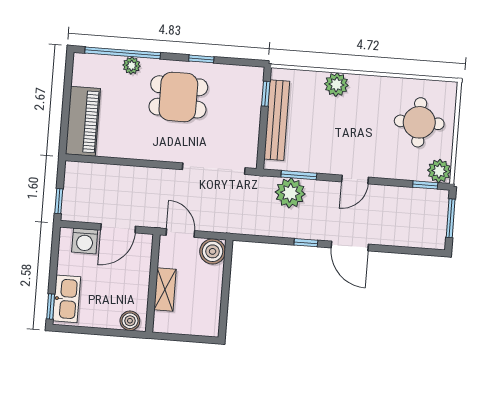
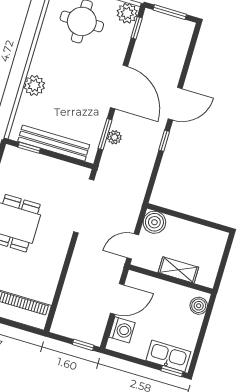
door: (355, 180) -> (119, 87), width x1.88
plant: (290, 193) -> (114, 137), width x0.53, depth x0.53
door: (118, 228) -> (117, 299), hinge flipped

